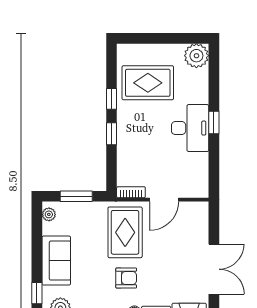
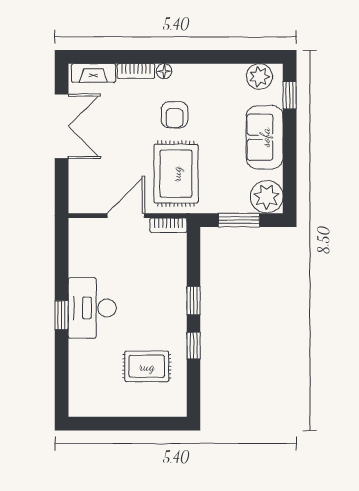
plant: (196, 56) -> (84, 401), removed
rug: (148, 83) -> (147, 366), width x0.73, depth x0.70
plant: (49, 214) -> (267, 197), width x1.87, depth x1.87
double door: (214, 269) -> (62, 126), swing flipped
armchair: (126, 278) -> (175, 115), turned -90

